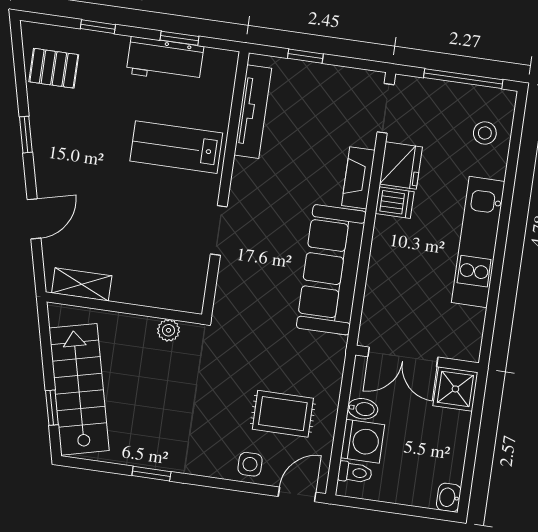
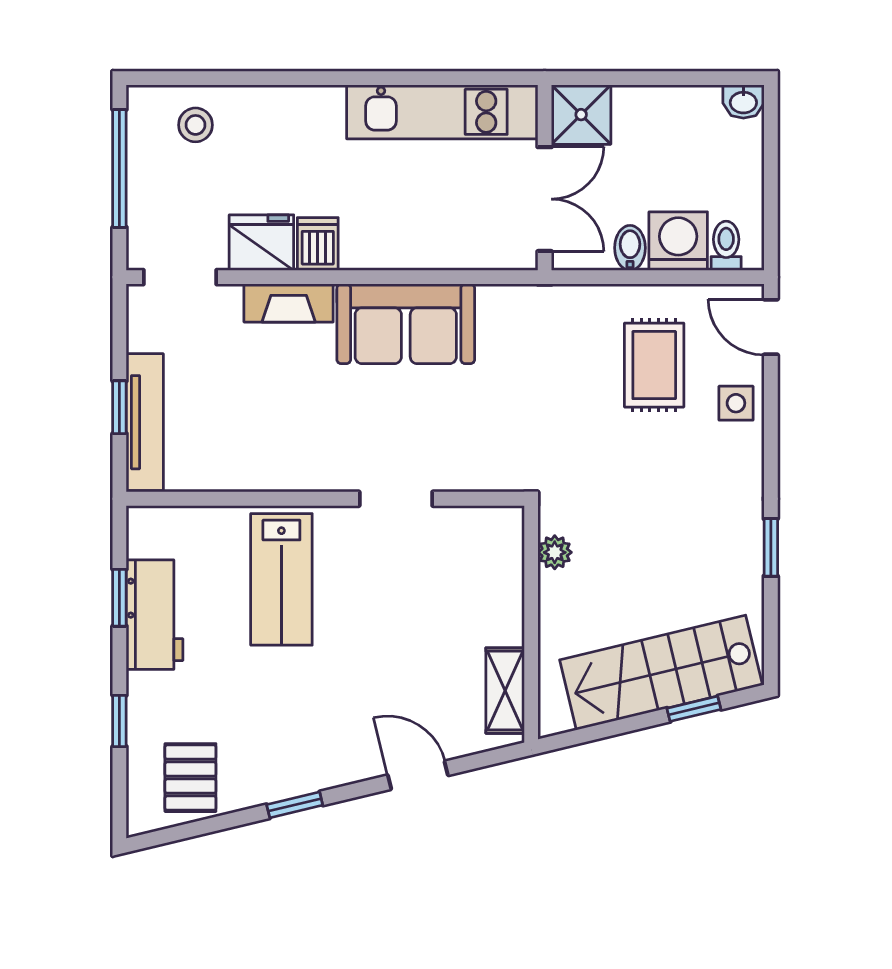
tv unit: (253, 112) -> (145, 422), moved, turned 90
kitchen unit: (478, 242) -> (442, 112), moved
sofa: (331, 270) -> (406, 324), width x0.73

